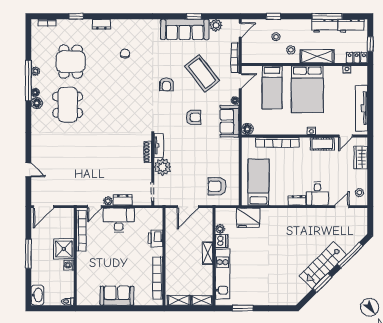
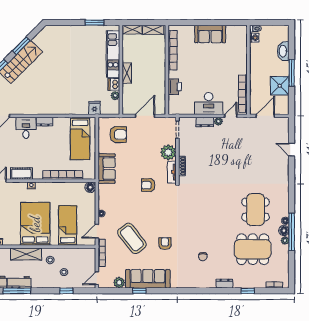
dining table: (71, 62) -> (253, 249), width x1.38
armchair: (167, 84) -> (165, 244), moved
floor lamp: (37, 103) -> (284, 231), moved
armchair: (193, 117) -> (148, 185), moved
sofa: (230, 121) -> (107, 169), moved
door: (44, 207) -> (265, 116), moved
fridge: (248, 218) -> (94, 108), width x0.53, depth x0.75
shower: (64, 249) -> (280, 86), moved
washing machine: (69, 265) -> (254, 38), moved
washbasin: (37, 295) -> (283, 51), moved

